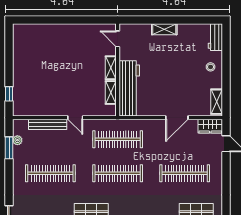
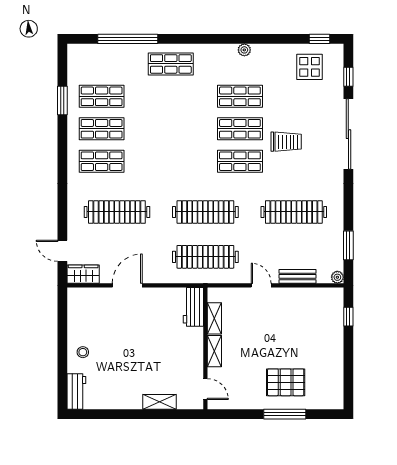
window: (57, 20) -> (285, 414), added
shelving: (164, 29) -> (159, 402), moved
pallet: (57, 44) -> (286, 382), added
workbench: (129, 88) -> (193, 307), width x0.53, depth x0.76
shelving: (217, 102) -> (75, 306), removed
bench: (48, 124) -> (298, 276), width x0.73
plant: (17, 140) -> (337, 277), moved

